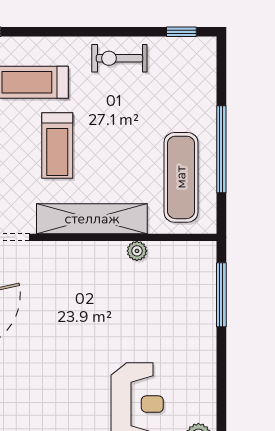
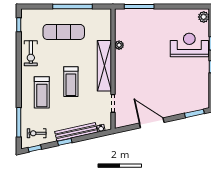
treadmill: (57, 145) -> (71, 82), turned 90
exercise mat: (181, 177) -> (64, 32), moved

